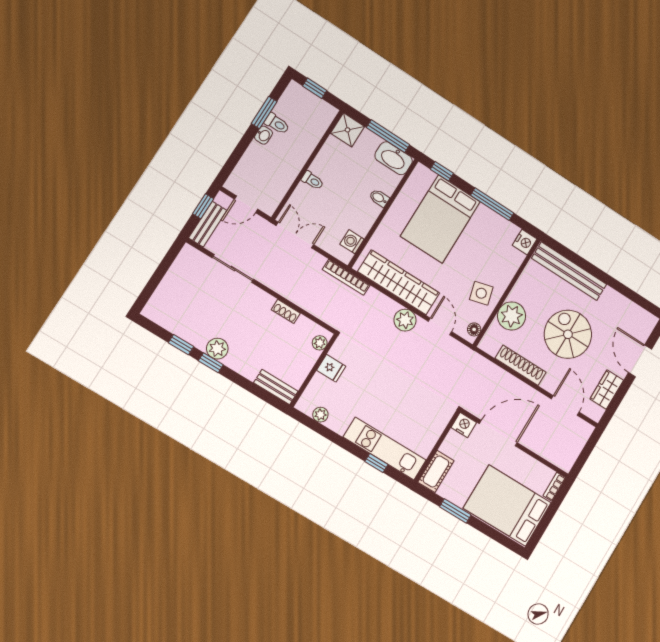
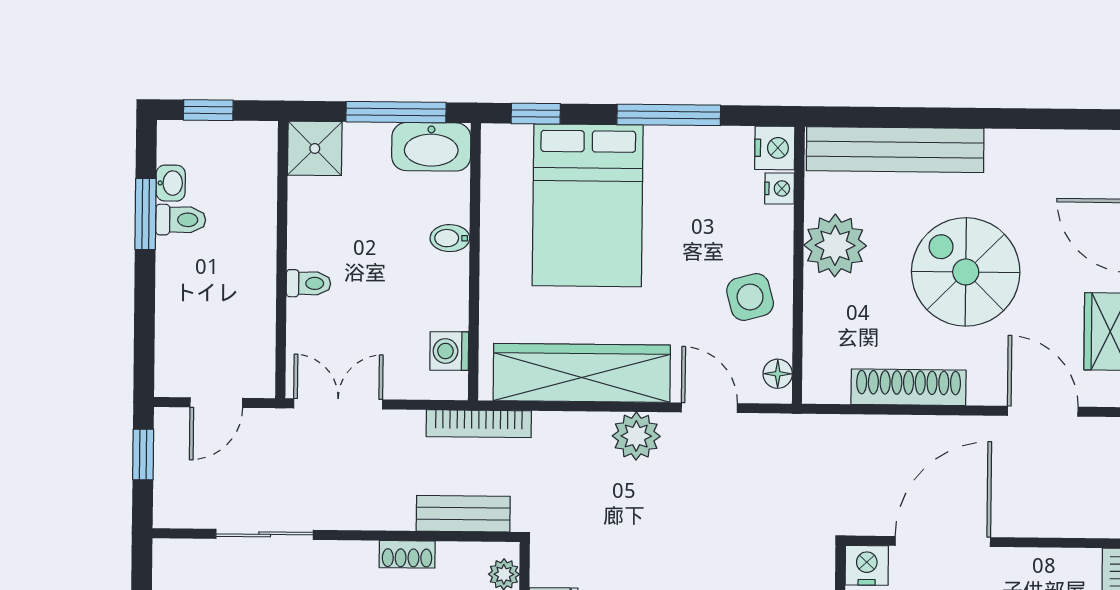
washbasin: (264, 135) -> (171, 183), moved
bench: (208, 224) -> (463, 514), moved, turned 90
nightstand: (517, 259) -> (780, 188), added
plant: (512, 316) -> (835, 245), moved

